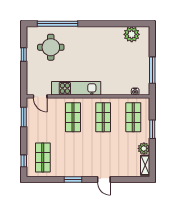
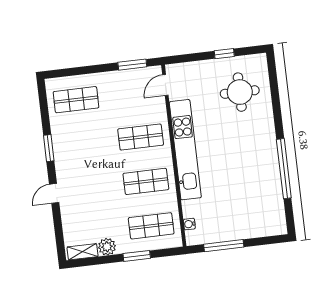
window: (58, 24) -> (284, 169), moved
plant: (132, 34) -> (273, 209), removed
kitchen unit: (76, 88) -> (185, 150), width x1.36
window: (24, 161) -> (68, 72), removed

